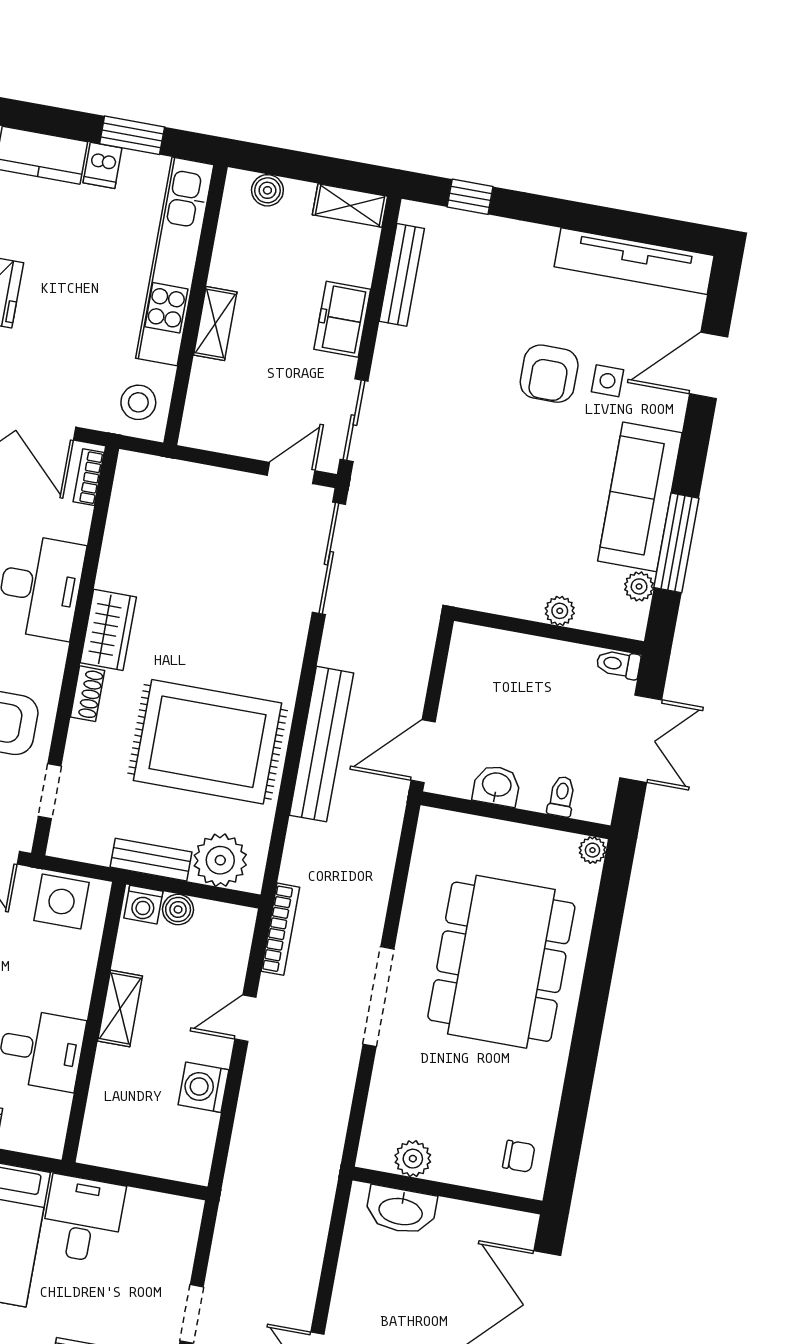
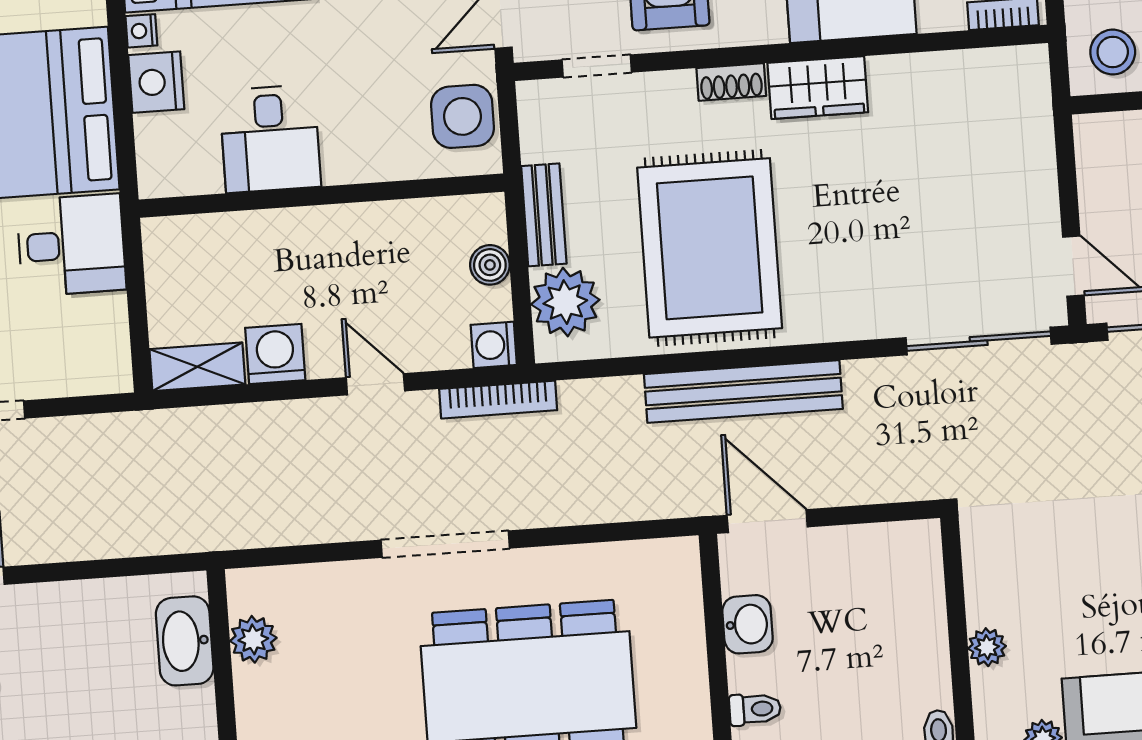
washing machine: (143, 905) -> (494, 345), moved
shelving: (120, 1008) -> (197, 367), moved

